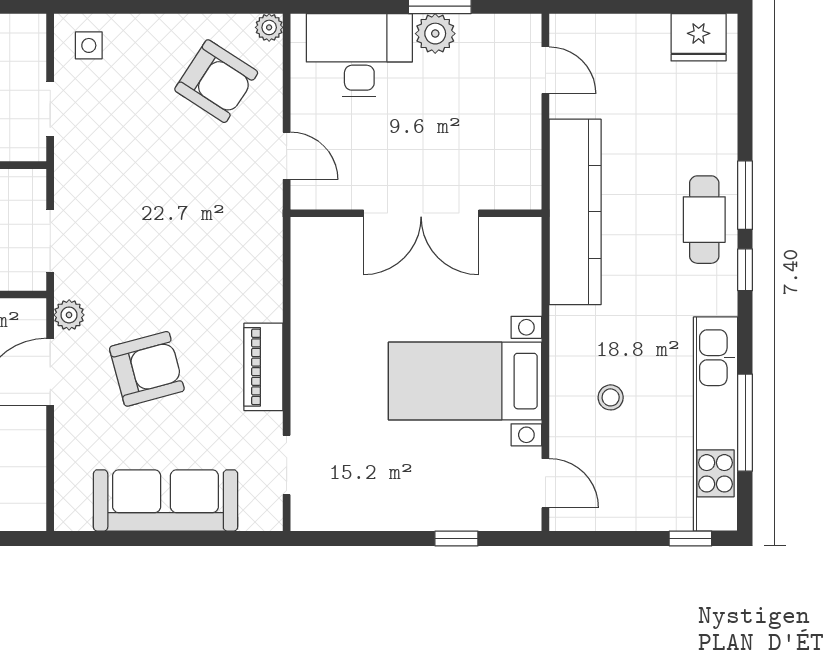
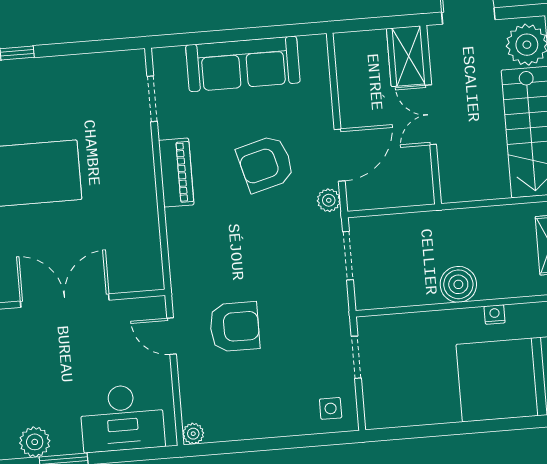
plant: (435, 34) -> (35, 442), moved
armchair: (216, 81) -> (235, 327), moved, turned 147

